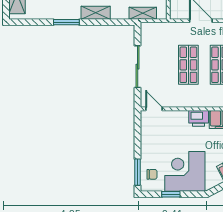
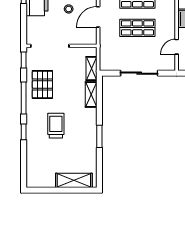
shelving: (96, 13) -> (91, 94), moved
door: (154, 109) -> (177, 47), moved

